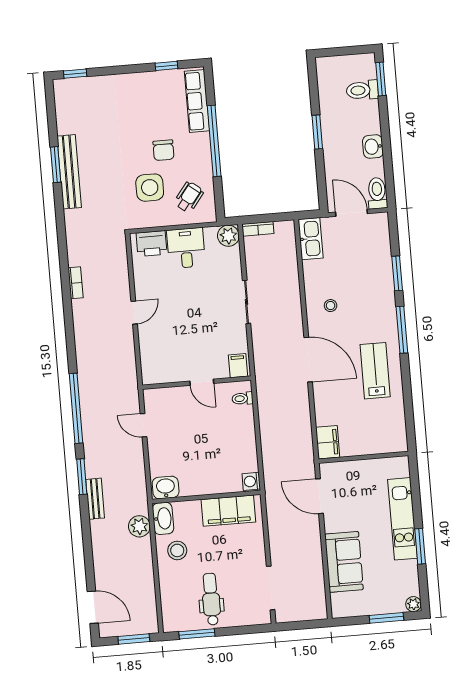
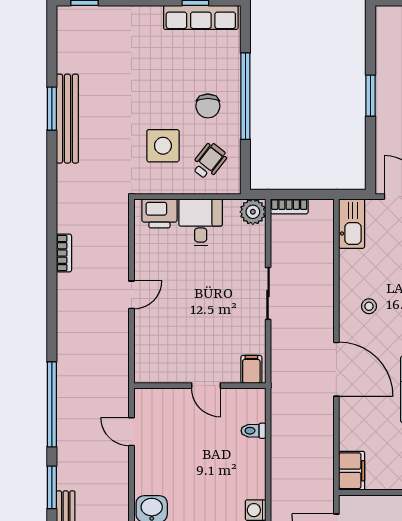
row of seats: (197, 101) -> (201, 17), moved, turned -90
chair: (164, 150) -> (208, 106), moved
toilet: (242, 398) -> (253, 431), moved

